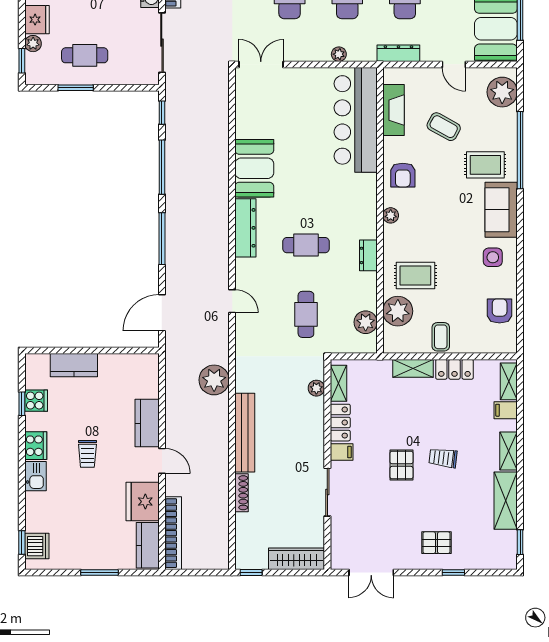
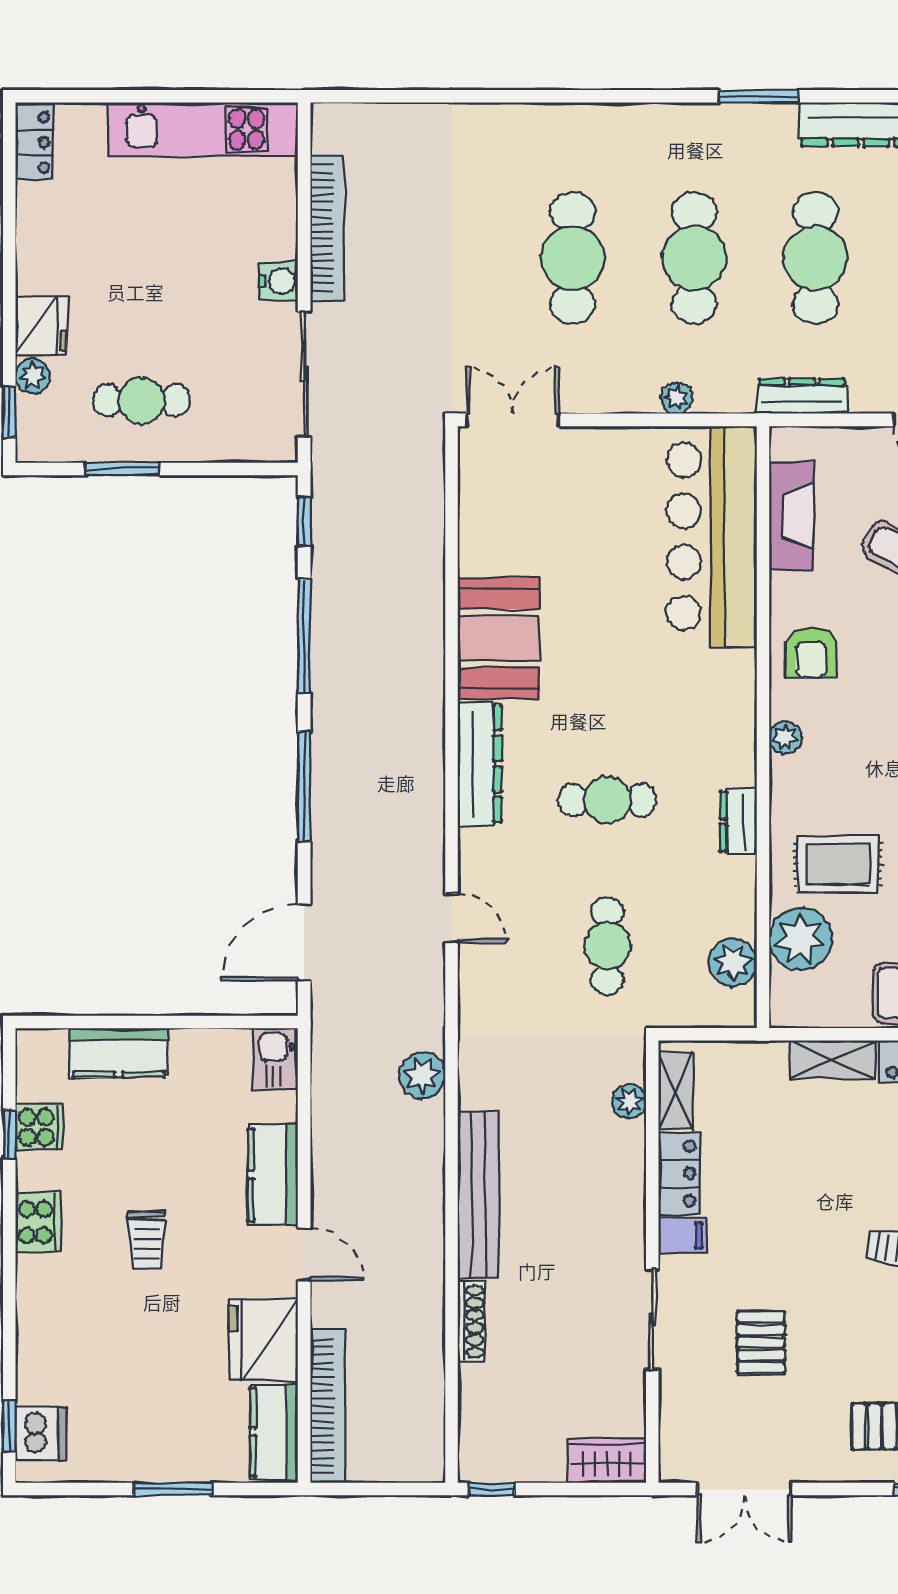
plant: (214, 380) -> (422, 1075), width x0.73, depth x0.73
pallet: (401, 465) -> (761, 1342), moved
kitchen sink: (35, 476) -> (275, 1059), moved, turned 180
wardrobe: (297, 559) -> (607, 1460), width x0.67

